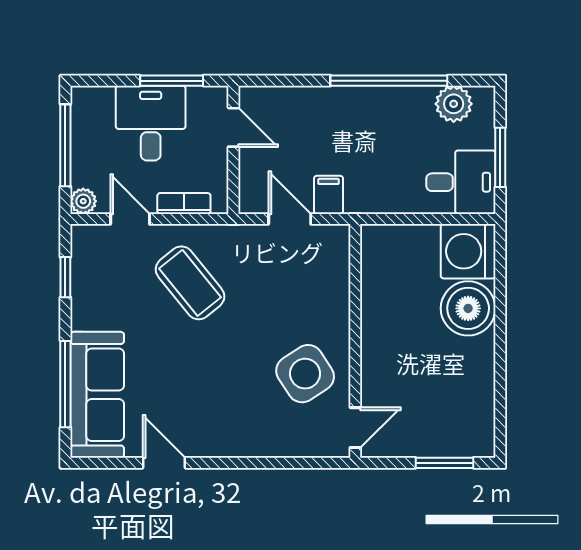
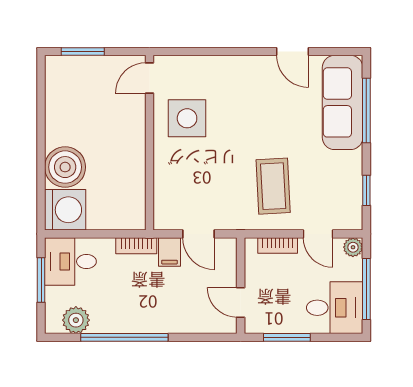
desk: (151, 123) -> (335, 308), moved, turned -90
bookcase: (373, 203) -> (136, 246), added
coffee table: (190, 283) -> (273, 186), turned 36
side table: (305, 374) -> (187, 118), turned 33

